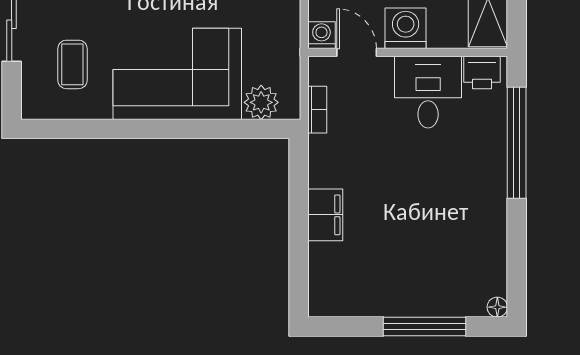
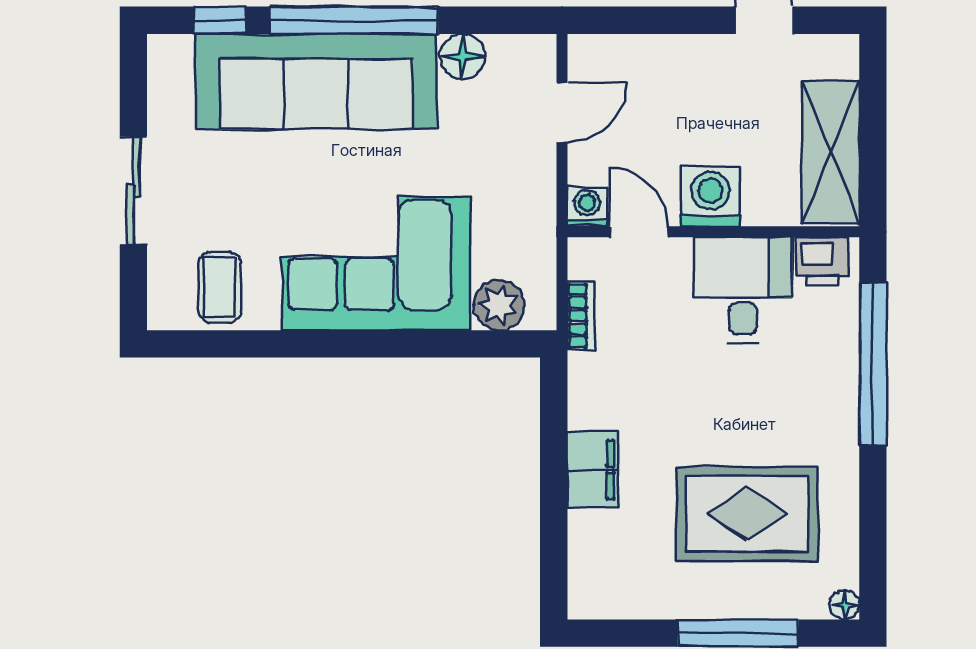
coffee table: (72, 64) -> (220, 287), moved
rug: (431, 245) -> (747, 514), added

